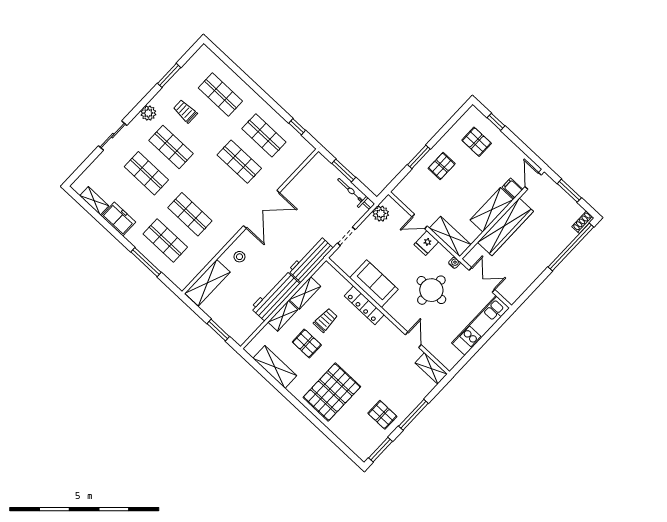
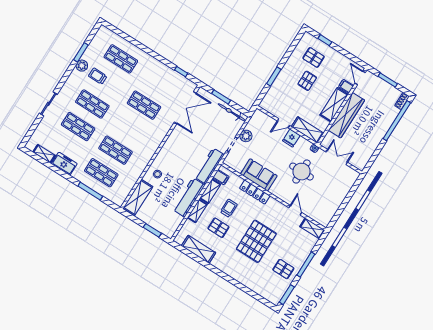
plant: (148, 113) -> (82, 66), moved
shop shelf: (264, 135) -> (158, 83), removed
pallet: (442, 166) -> (307, 81), moved
double door: (262, 209) -> (185, 108), moved
plant: (381, 214) -> (246, 136), moved
filing cabinet: (323, 277) -> (221, 177), added
kitchen unit: (481, 325) -> (342, 190), removed
pallet: (332, 392) -> (256, 241), moved

